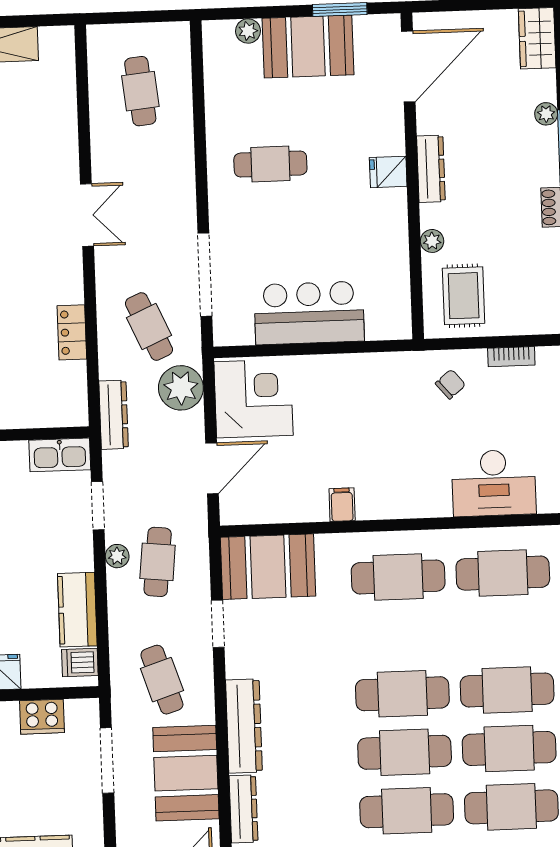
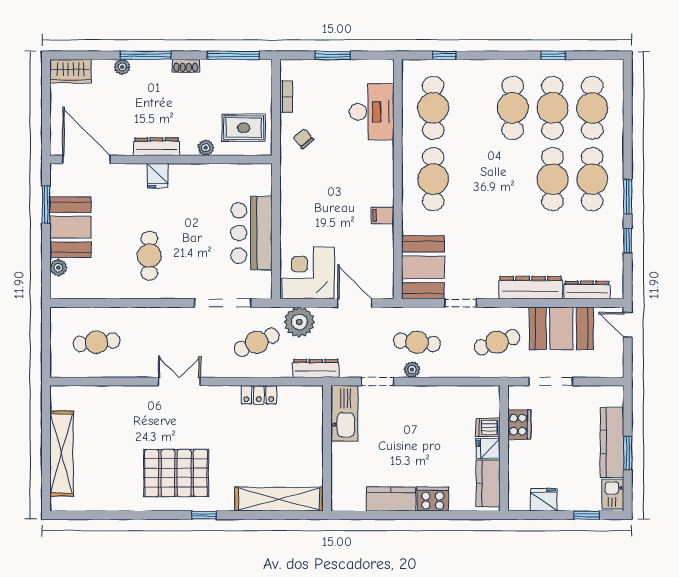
kitchen sink: (60, 455) -> (344, 414), width x1.36, depth x1.24
kitchen counter: (77, 610) -> (447, 398), removed
dishwasher: (80, 662) -> (488, 427), moved, turned 90
cafe table: (402, 694) -> (513, 179), removed

